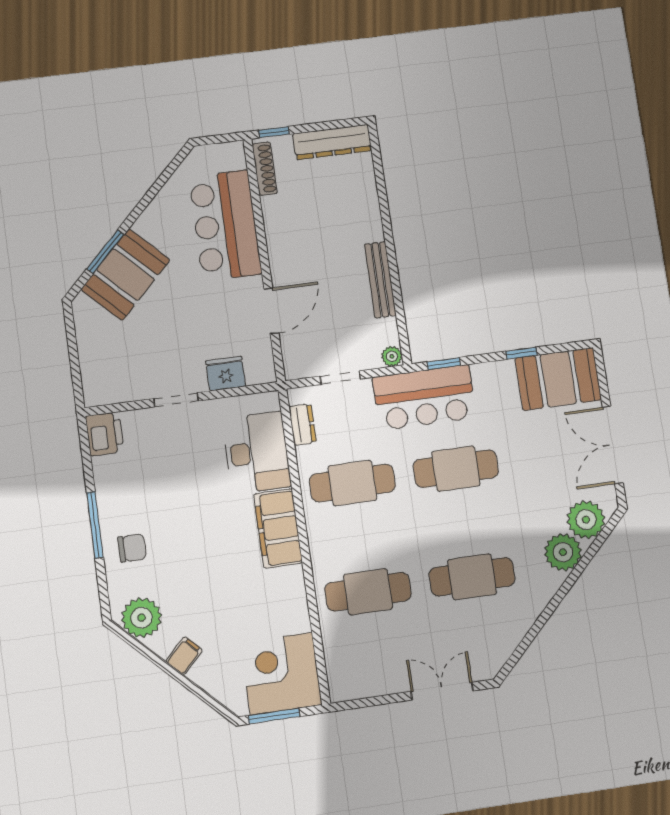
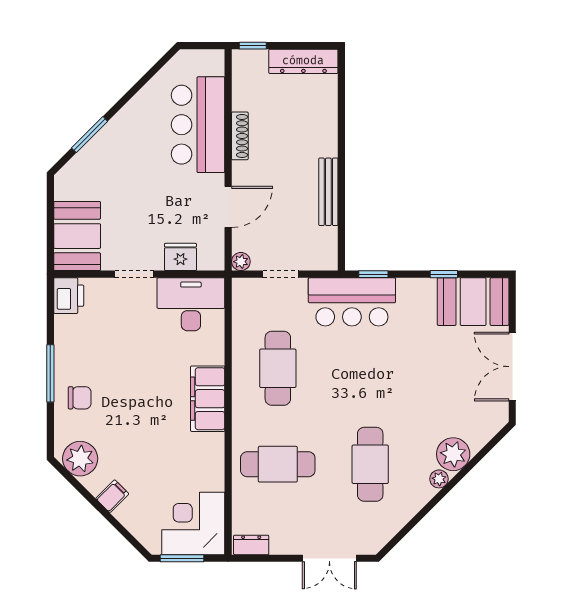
shoe rack: (265, 169) -> (240, 136), moved
booth: (125, 275) -> (77, 236), moved, turned -45
plant: (392, 356) -> (241, 262), moved
dresser: (303, 425) -> (251, 545), moved, turned -90
desk: (257, 453) -> (191, 304), moved, turned -90
cafe table: (456, 469) -> (370, 368), removed
cafe table: (352, 483) -> (278, 368), turned 90
plant: (586, 520) -> (439, 479), moved, width x0.53, depth x0.53
cafe table: (472, 577) -> (370, 464), turned 90
double door: (442, 691) -> (329, 558), swing flipped

